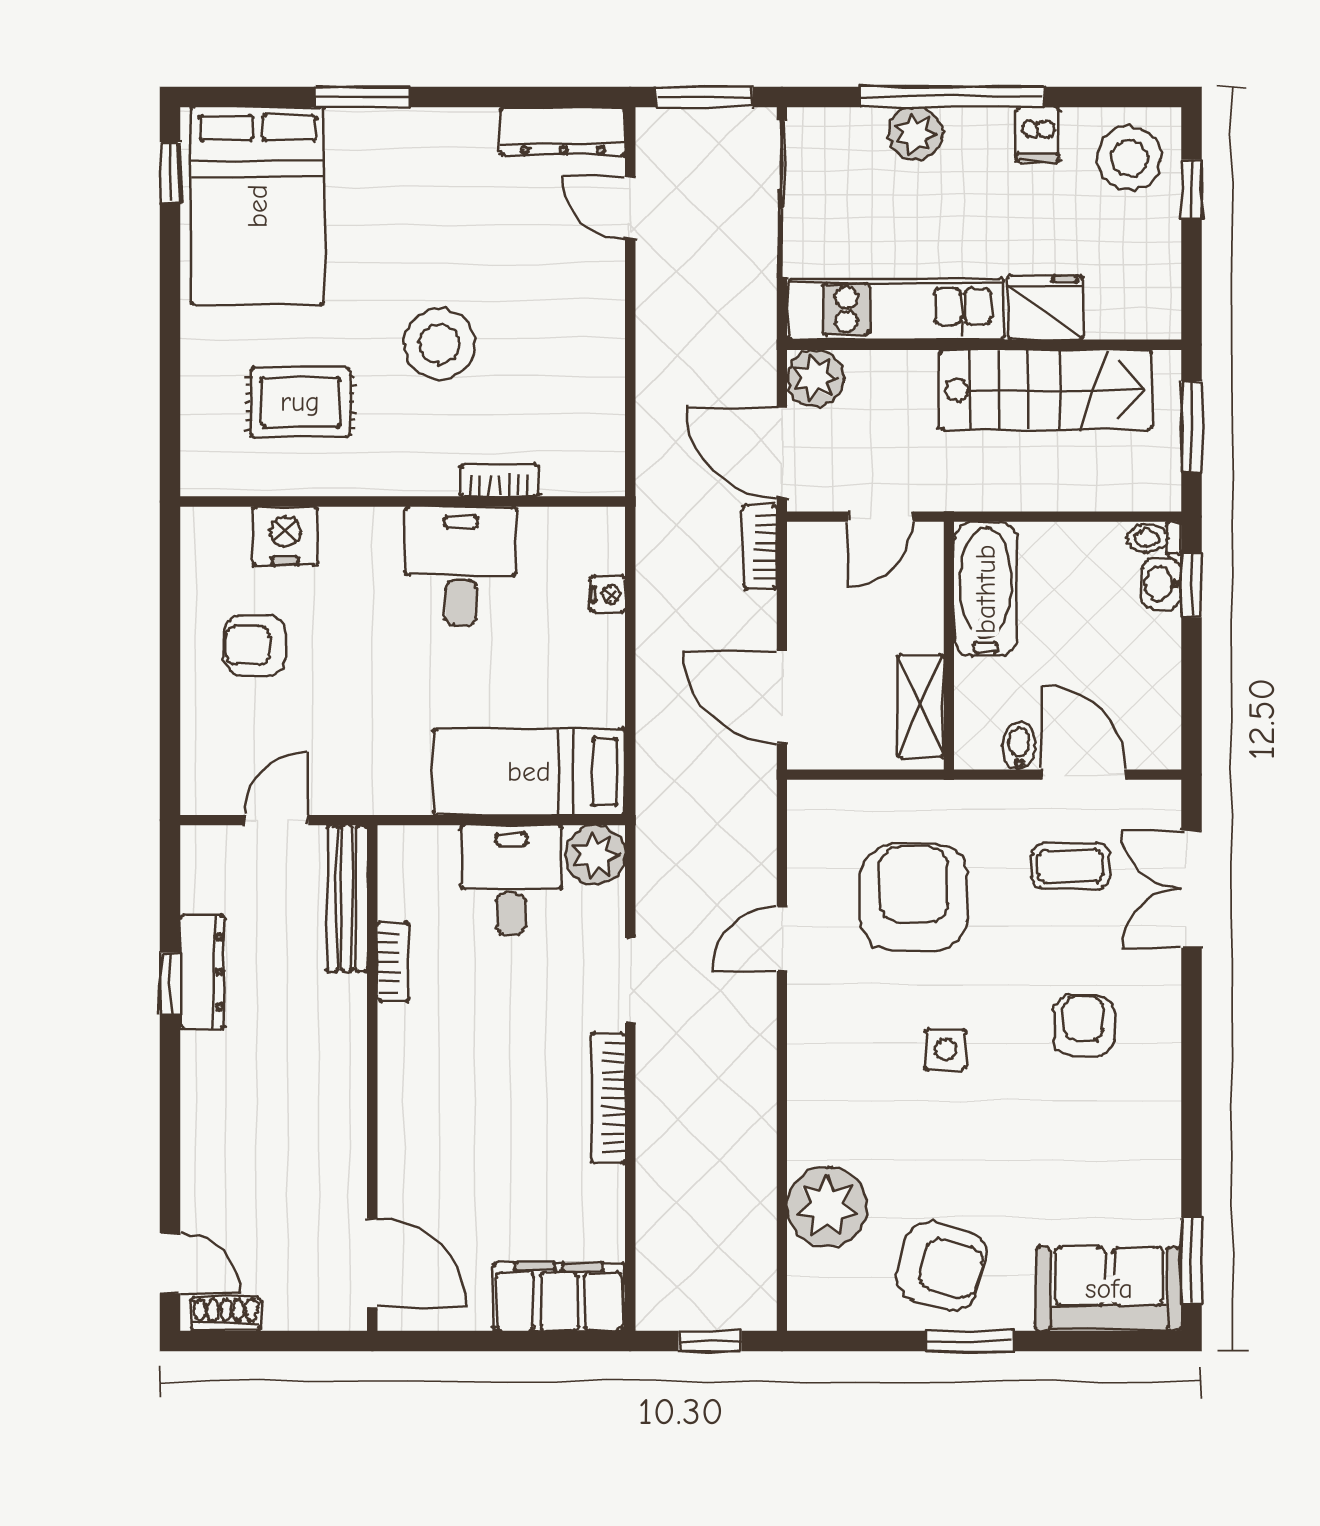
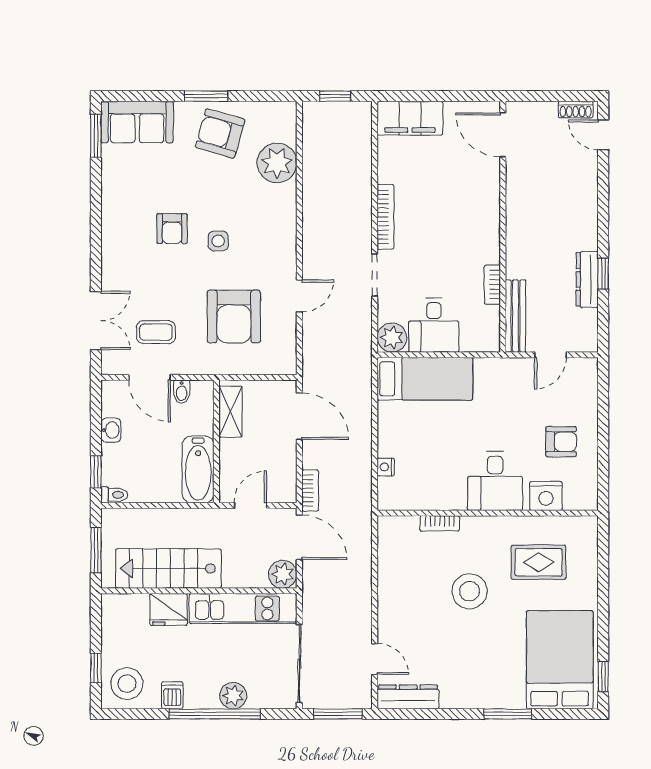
desk: (461, 566) -> (495, 481), moved
washbasin: (1161, 584) -> (111, 430), moved
armchair: (1083, 1026) -> (172, 229), moved

